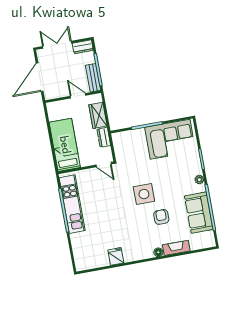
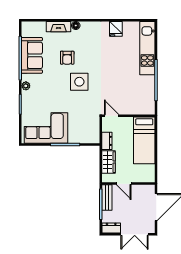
kitchen unit: (72, 204) -> (147, 48), moved

